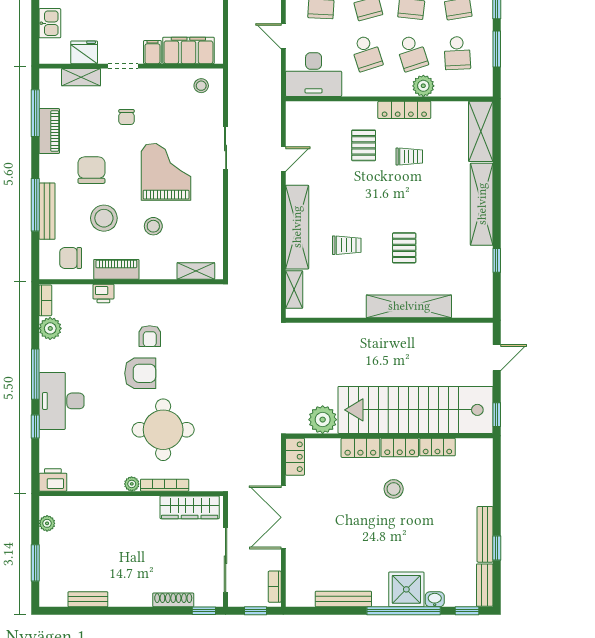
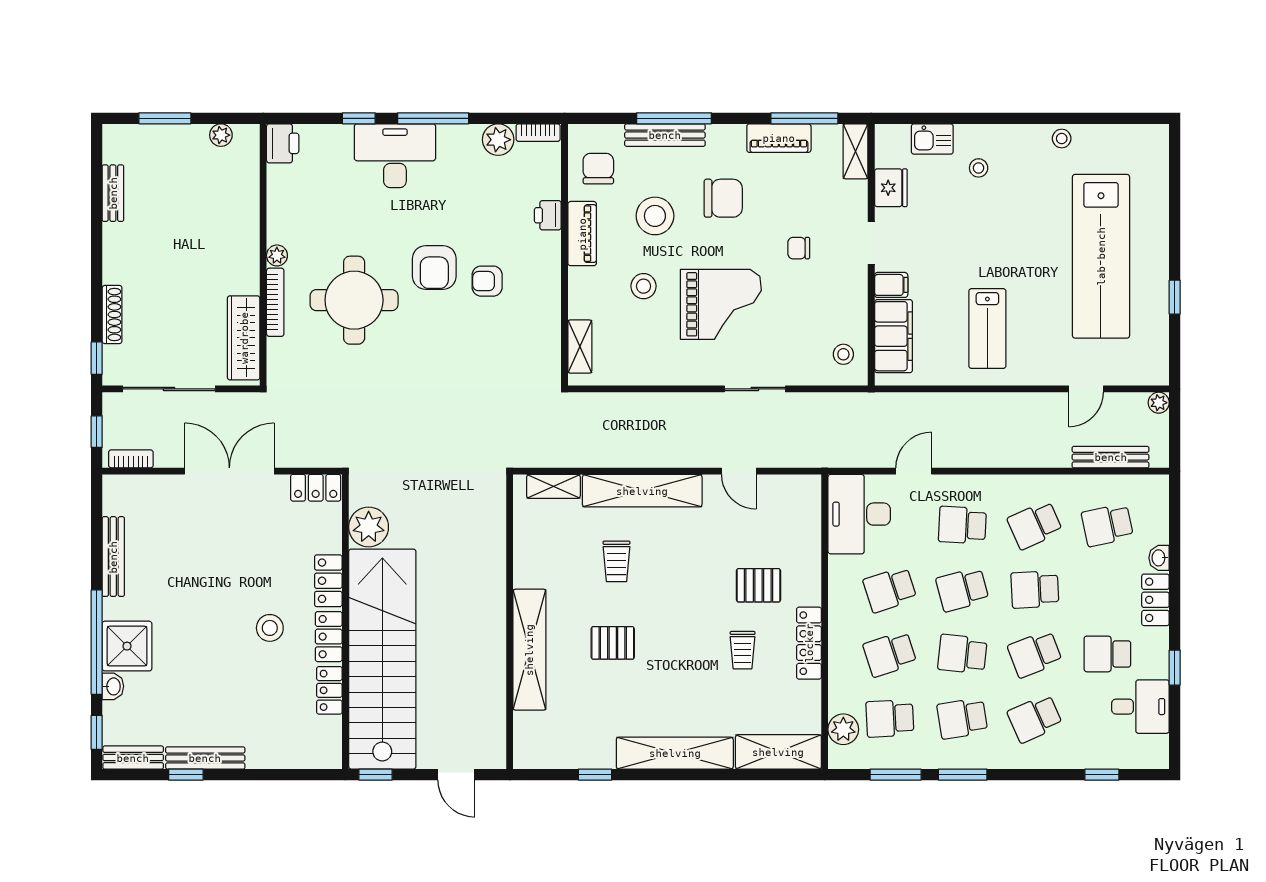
shelving: (81, 77) -> (856, 151), moved
plant: (423, 86) -> (843, 729), moved

